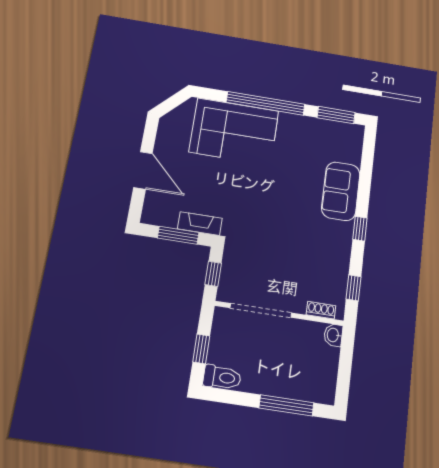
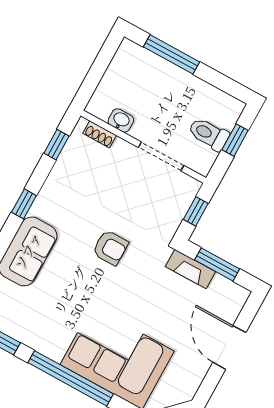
armchair: (274, 218) -> (110, 248), added
doorway: (261, 310) -> (161, 156), width x0.73
washbasin: (333, 335) -> (121, 120), moved, turned -90
toilet: (222, 377) -> (209, 134), moved

